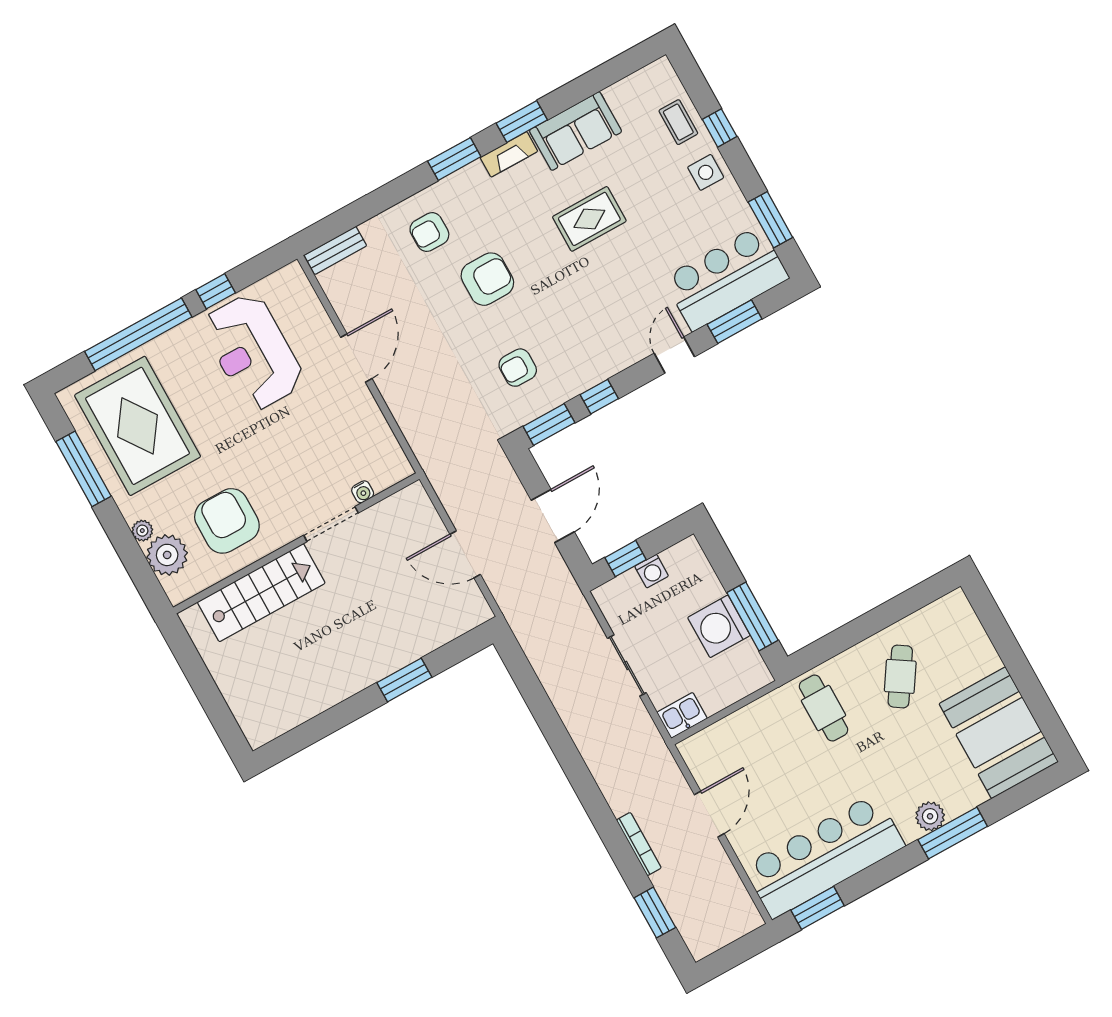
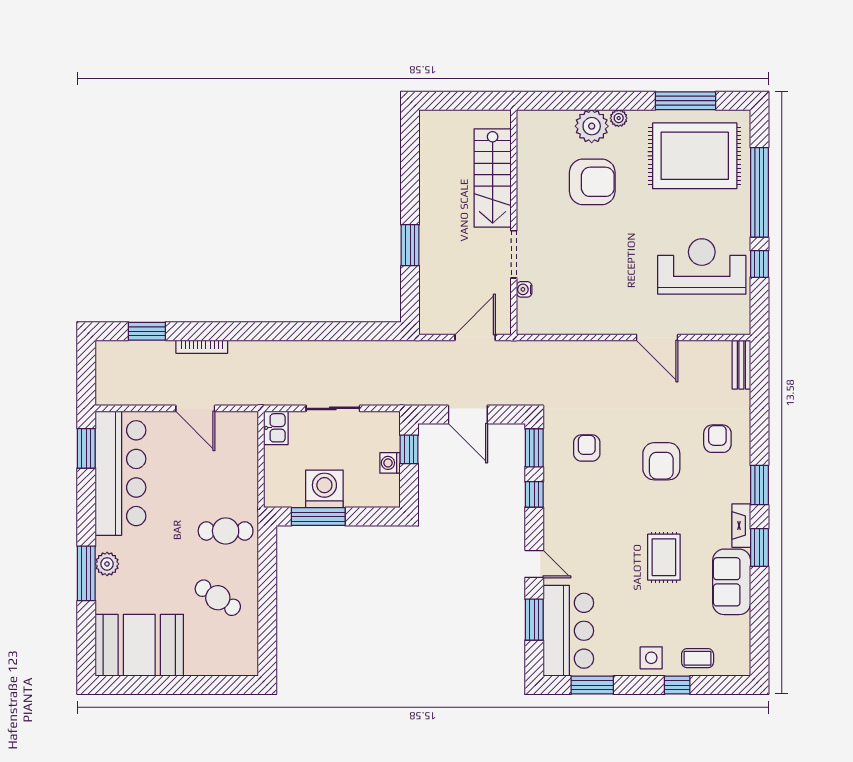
water cooler: (363, 492) -> (524, 289), moved
doorway: (331, 524) -> (514, 254), moved
wall: (296, 543) -> (514, 222), moved
stairs: (261, 593) -> (493, 178), moved

